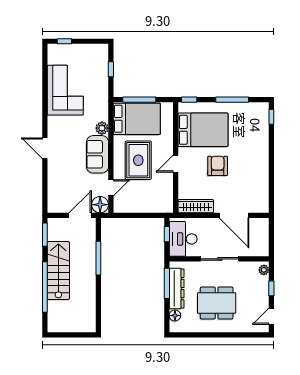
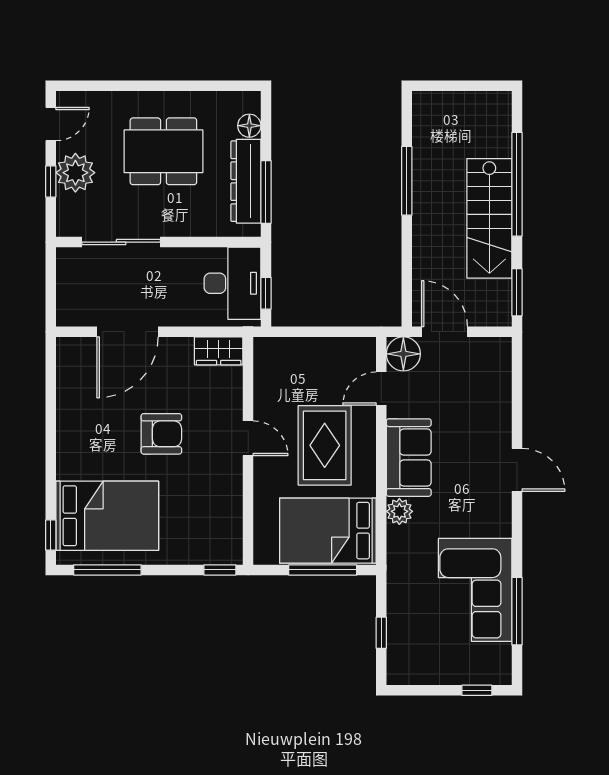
window: (45, 80) -> (517, 611), added
window: (232, 100) -> (107, 570), moved
bed: (203, 130) -> (107, 516), moved, turned 180
door: (176, 164) -> (248, 438), hinge flipped
armchair: (218, 166) -> (161, 434), turned -90
wardrobe: (196, 206) -> (219, 351), width x0.67
door: (80, 215) -> (445, 332), swing flipped
door: (234, 215) -> (128, 332), swing flipped
window: (98, 258) -> (407, 181), moved
sliding door: (220, 259) -> (121, 242), moved
plant: (264, 270) -> (75, 173), moved, width x1.87, depth x1.87

